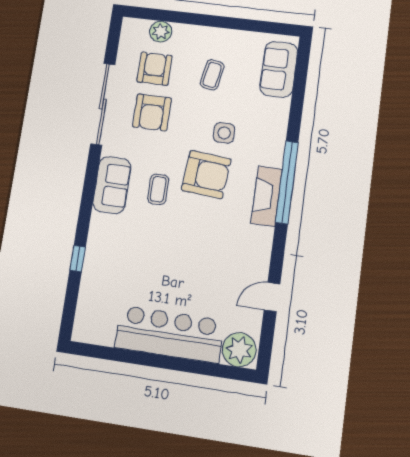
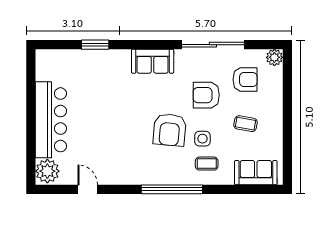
plant: (161, 32) -> (274, 57), moved
armchair: (152, 112) -> (206, 95), moved
coffee table: (158, 189) -> (207, 164), moved
fireplace: (267, 196) -> (160, 176), removed
window: (78, 259) -> (95, 45), width x1.50

